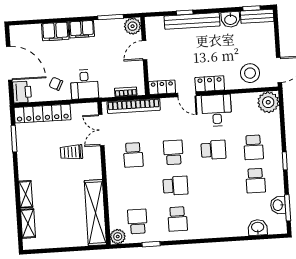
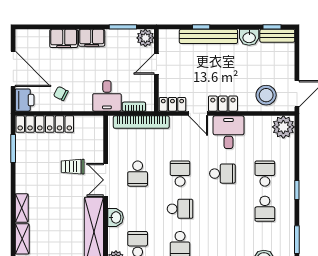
desk: (84, 84) -> (107, 96), moved
double door: (101, 130) -> (106, 180), moved
school desk: (254, 147) -> (265, 174), turned 180
washbasin: (278, 205) -> (116, 217), moved, turned 180

